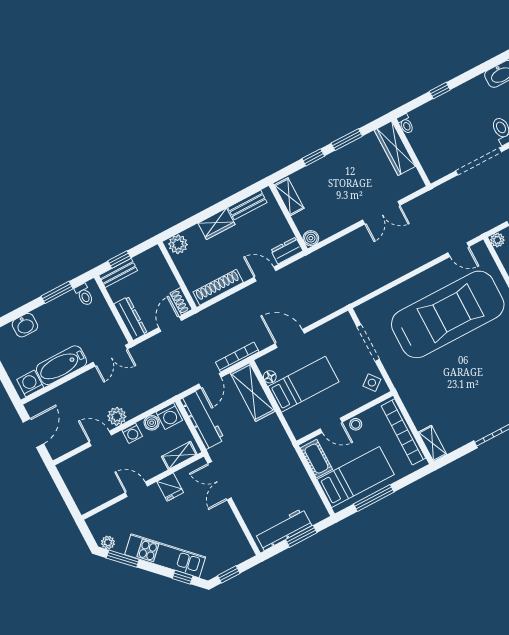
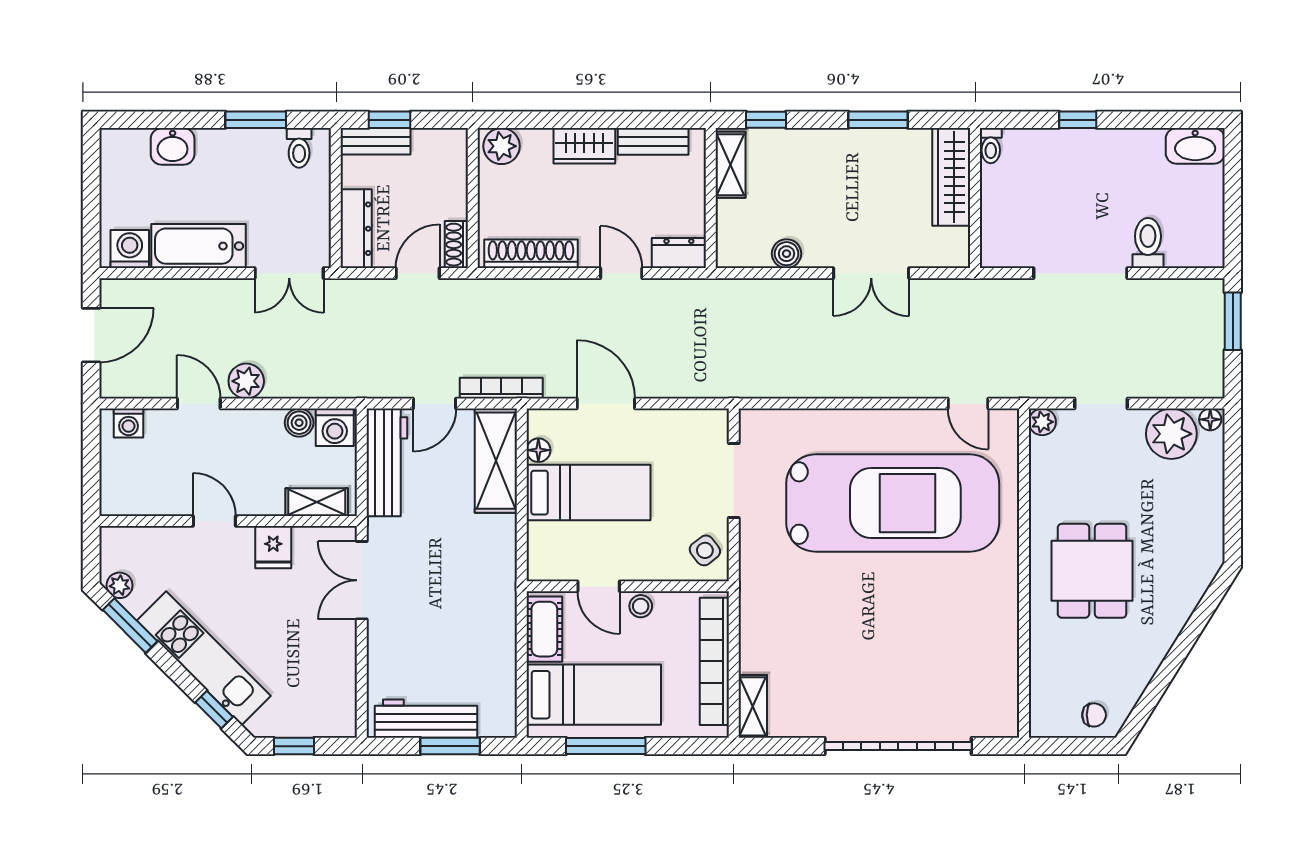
window: (313, 157) -> (766, 120), moved
boiler: (311, 238) -> (787, 254), moved
washing machine: (132, 433) -> (129, 423), moved

